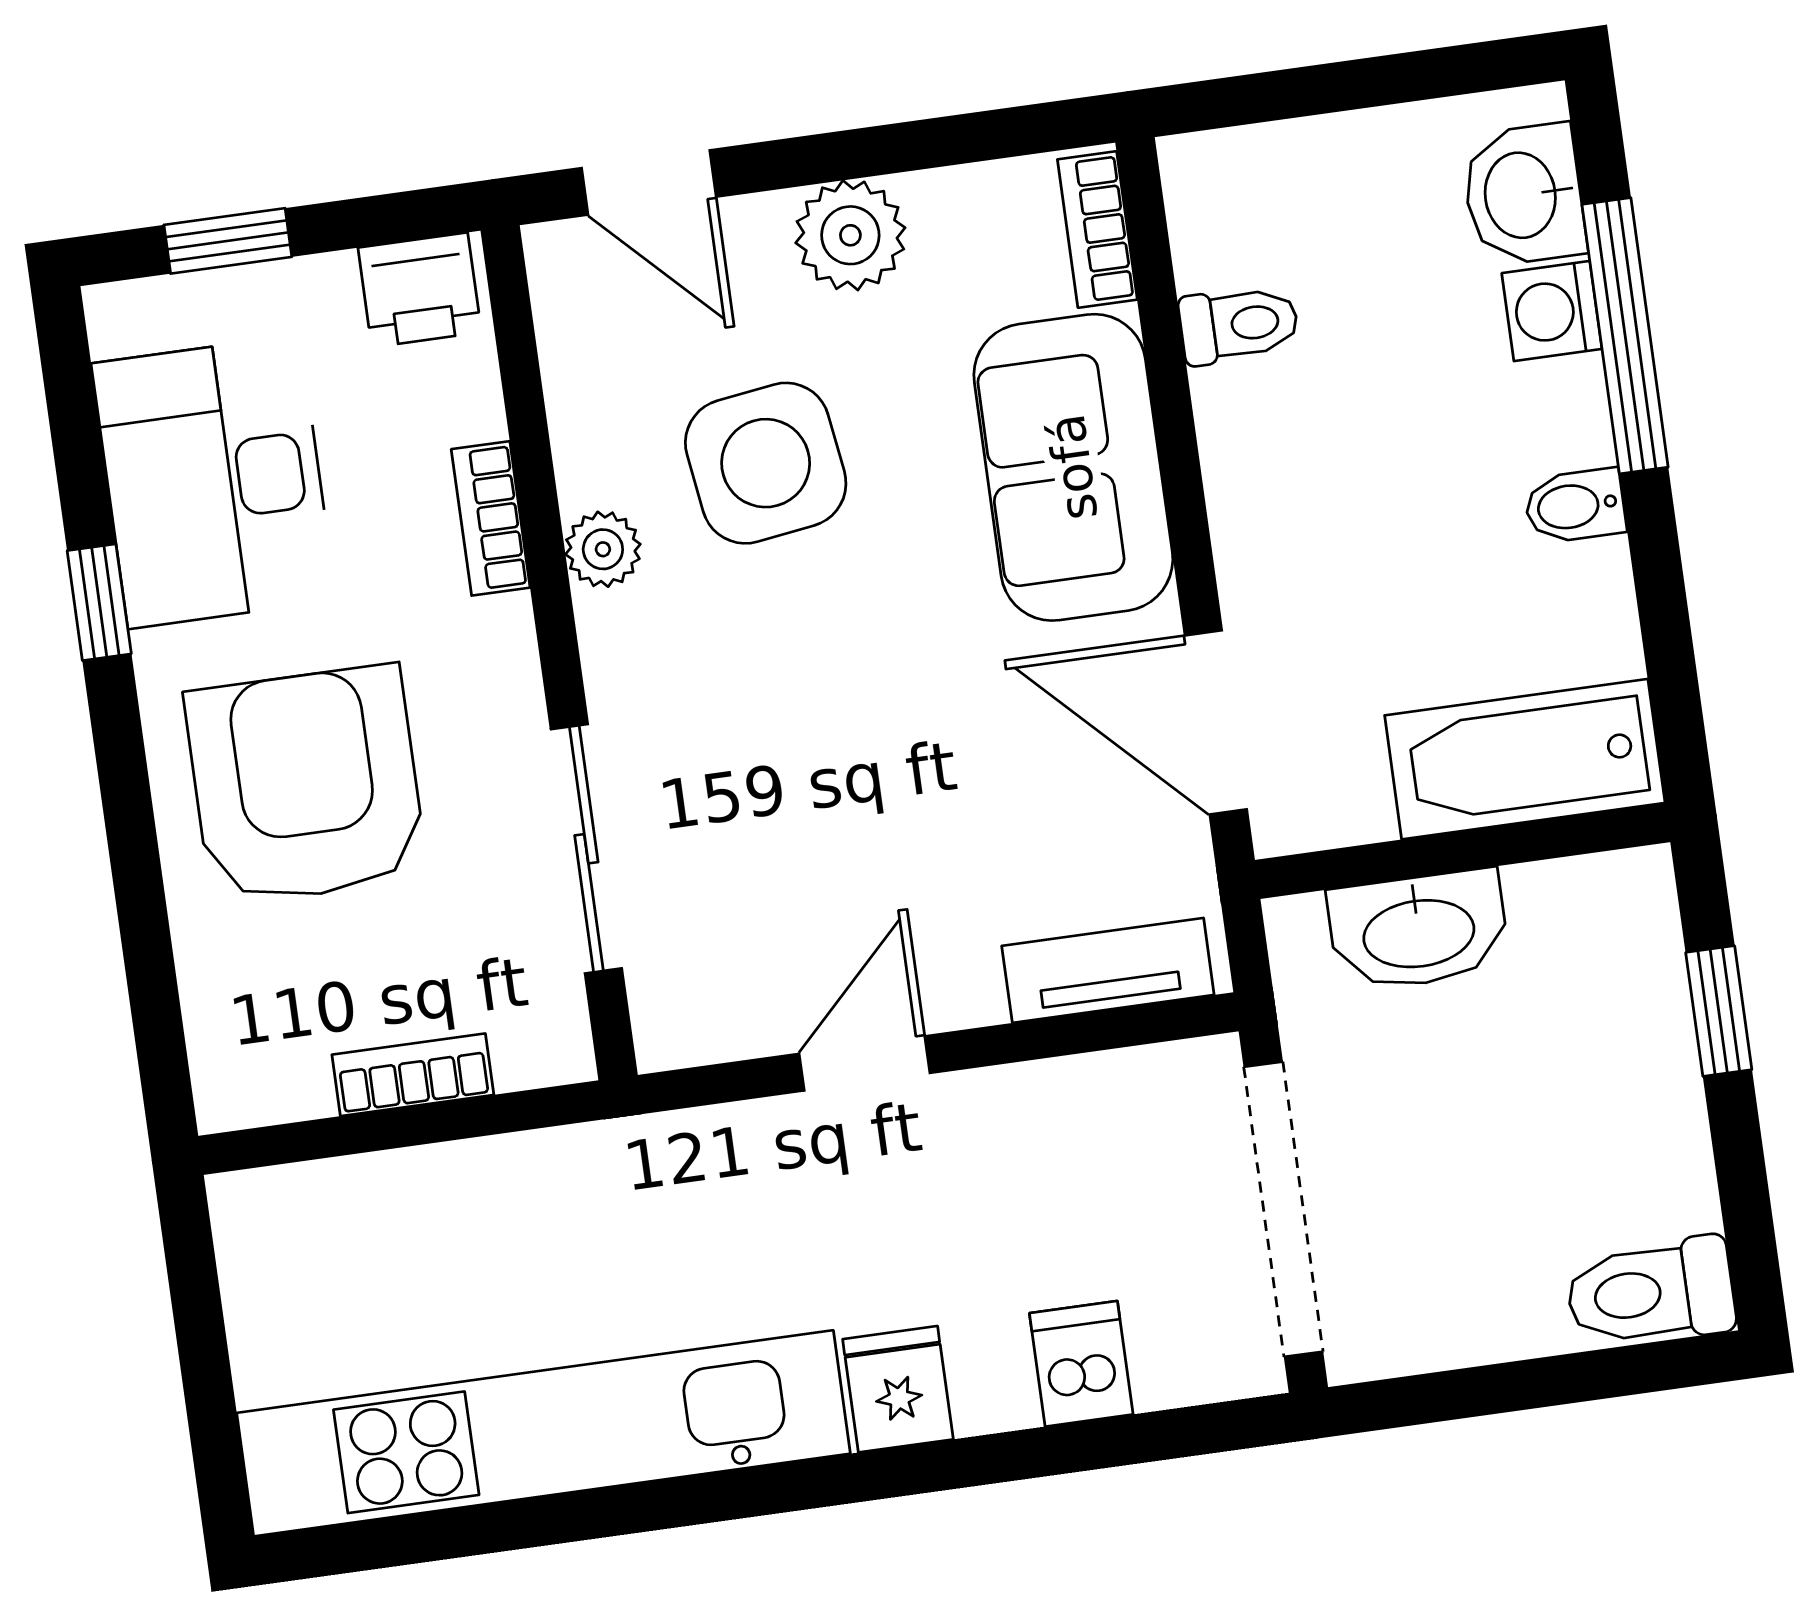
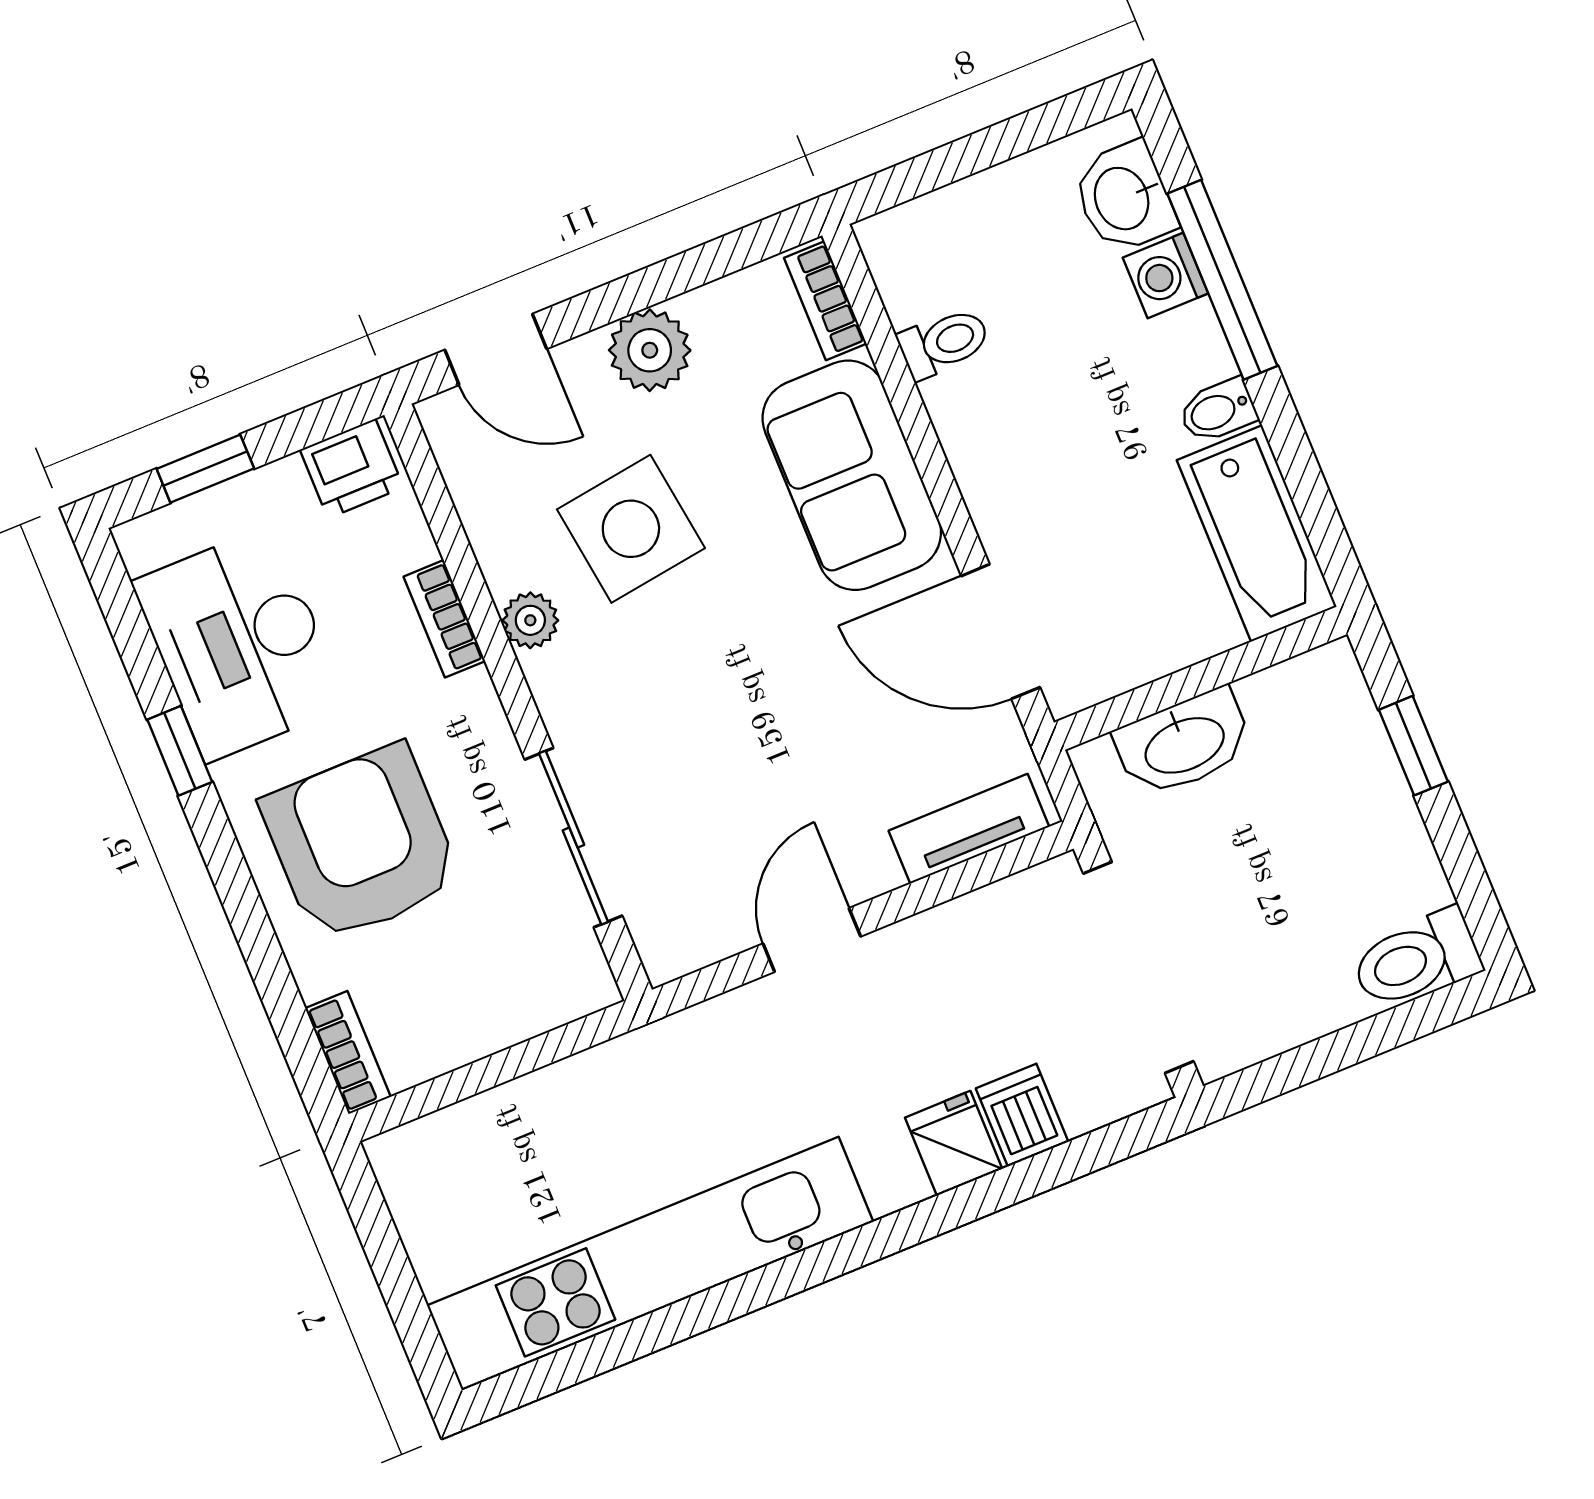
bathtub: (1525, 759) -> (1257, 533), moved, turned -90
bookcase: (413, 1075) -> (348, 1053), moved, turned 90
fridge: (898, 1389) -> (954, 1143), moved

